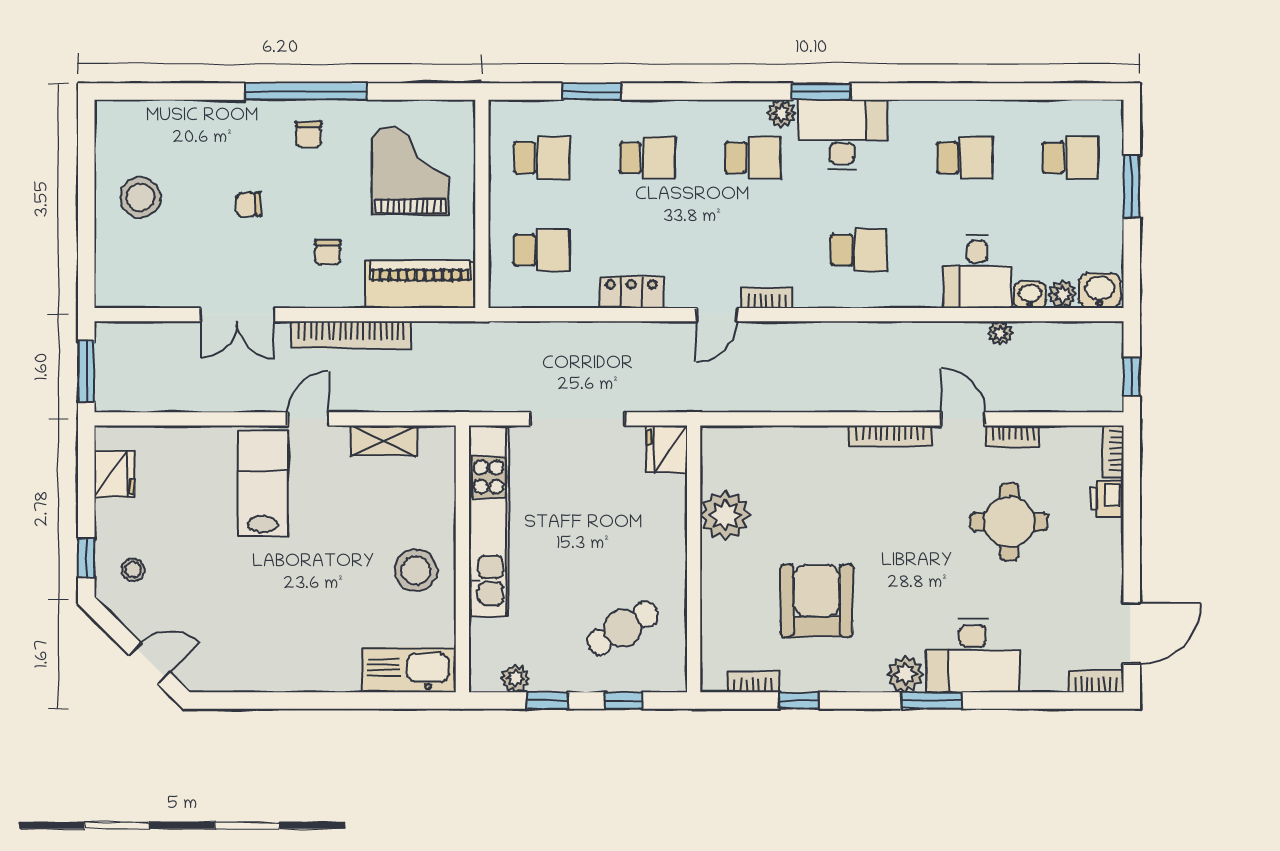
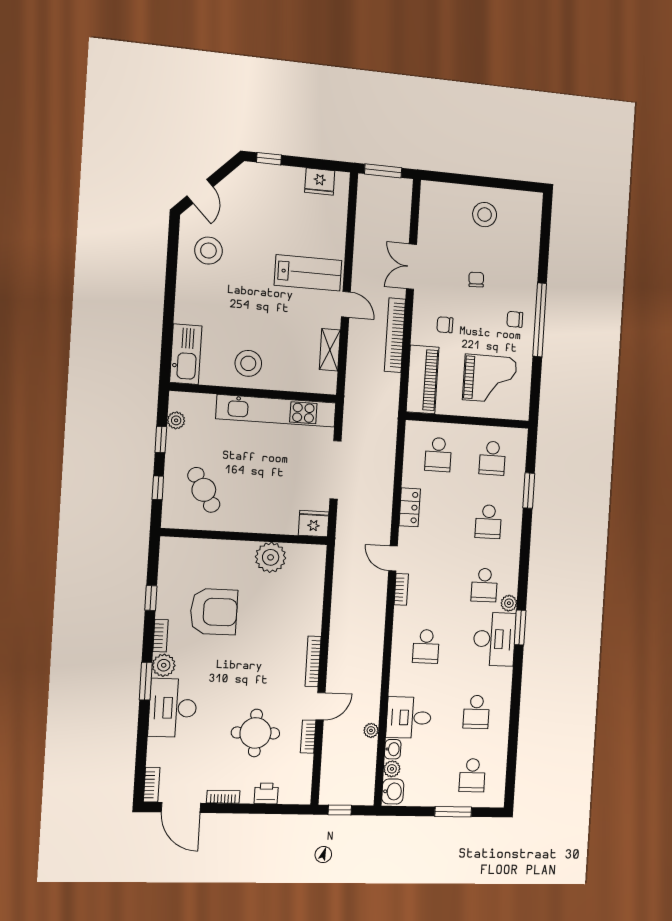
bookcase: (1113, 451) -> (223, 797), moved
stool: (133, 570) -> (208, 251), moved, width x1.89, depth x1.89
bookcase: (753, 682) -> (160, 636), moved

